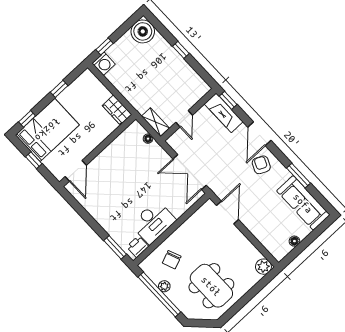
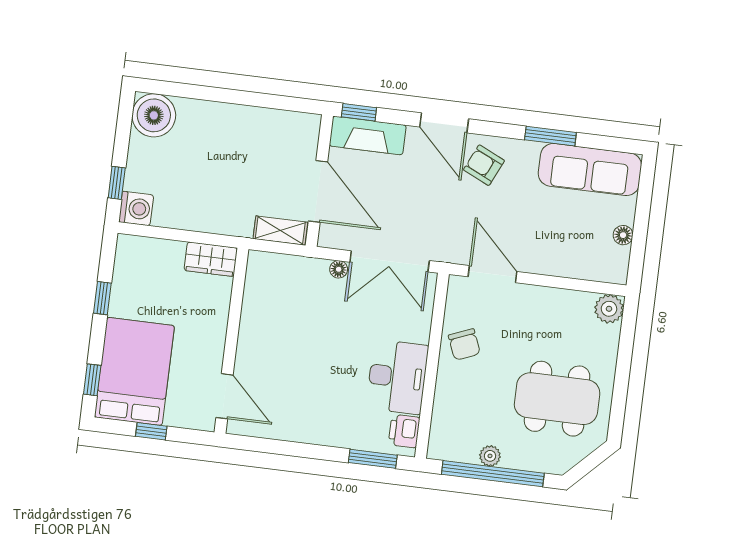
window: (181, 50) -> (231, 96), removed
door: (184, 119) -> (318, 191), width x1.88
floor lamp: (148, 139) -> (339, 269), moved
chair: (172, 260) -> (464, 344), moved

